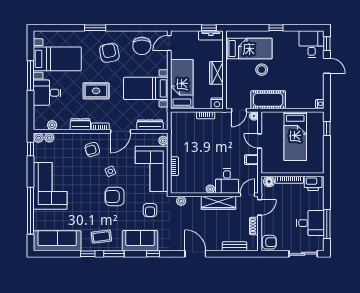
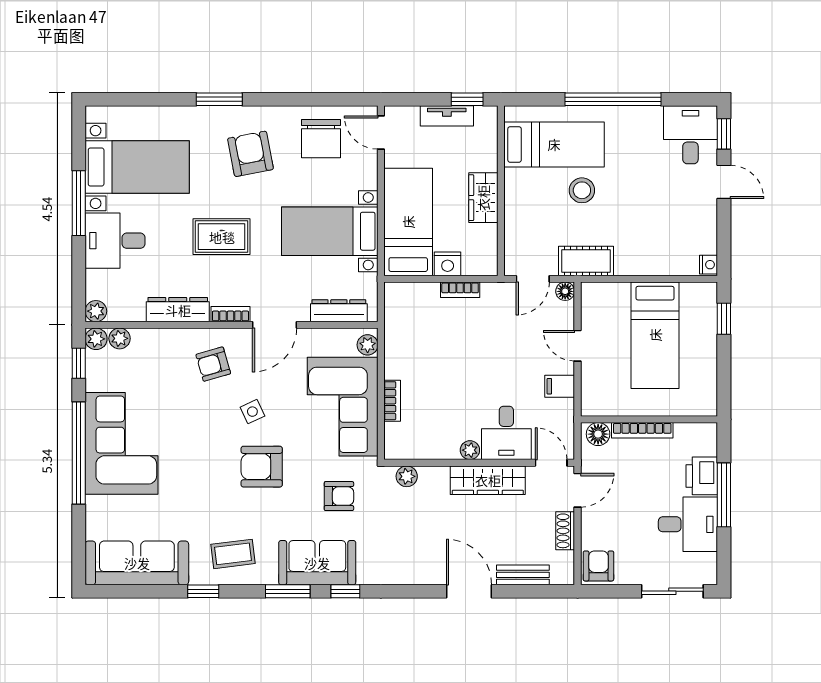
window: (276, 28) -> (613, 99), width x3.17
tv unit: (211, 35) -> (447, 116), moved
door: (169, 43) -> (381, 132), hinge flipped
cot: (268, 100) -> (586, 261), width x0.73, depth x0.75
nightstand: (217, 103) -> (448, 264), moved
dresser: (80, 124) -> (178, 310), width x1.44
plant: (52, 125) -> (96, 311), moved
printer: (313, 183) -> (702, 476), moved, turned 90
door: (247, 195) -> (551, 463), hinge flipped
armchair: (150, 210) -> (339, 496), turned -90
window: (31, 211) -> (79, 453), moved
window: (327, 224) -> (724, 495), moved
armchair: (269, 242) -> (598, 566), turned -90
window: (114, 254) -> (288, 591), moved
door: (195, 254) -> (469, 591), moved

